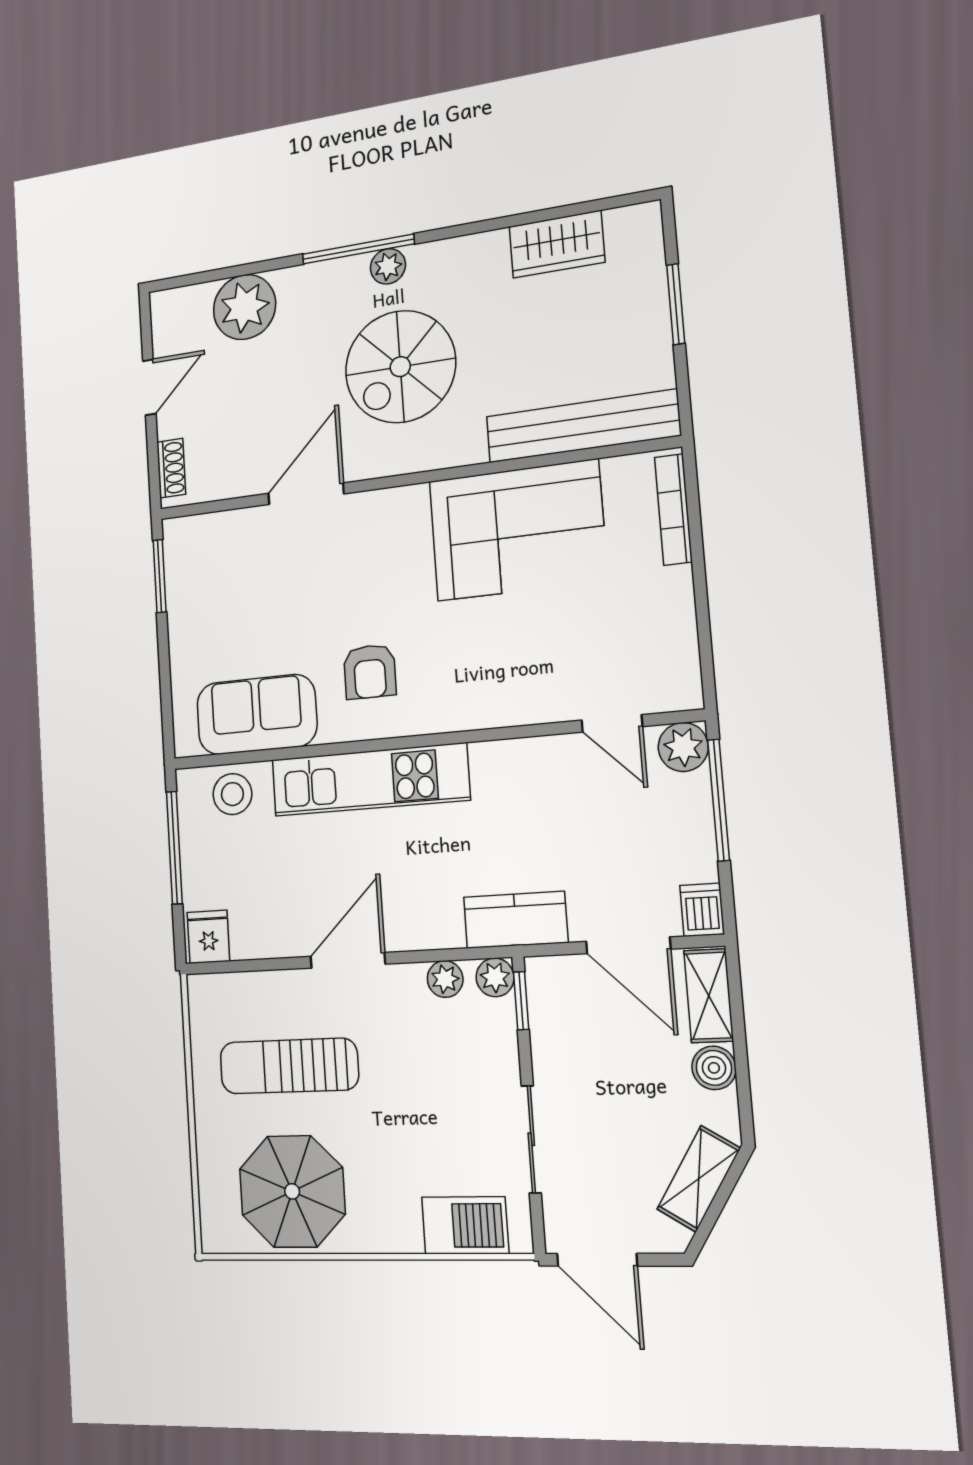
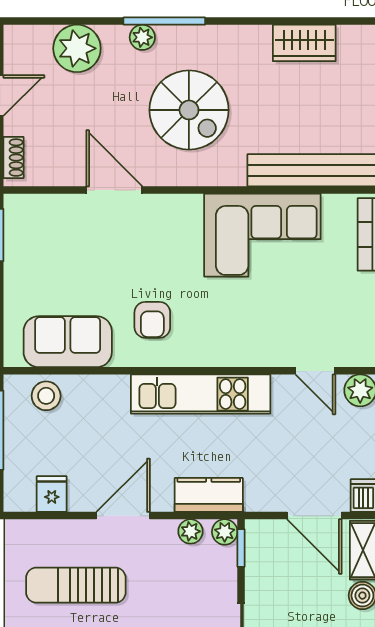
plant: (388, 266) -> (142, 37), moved
spiral stairs: (400, 367) -> (189, 110), turned -90
door: (306, 494) -> (114, 190), hinge flipped
kitchen unit: (370, 780) -> (201, 394), moved
kitchen counter: (516, 920) -> (209, 495), moved
fridge: (208, 937) -> (52, 494), moved

